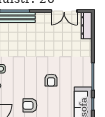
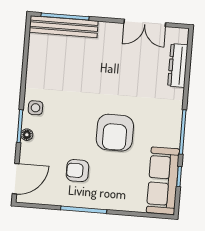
dresser: (87, 25) -> (178, 65), moved
armchair: (51, 80) -> (115, 133), width x1.88, depth x1.88

